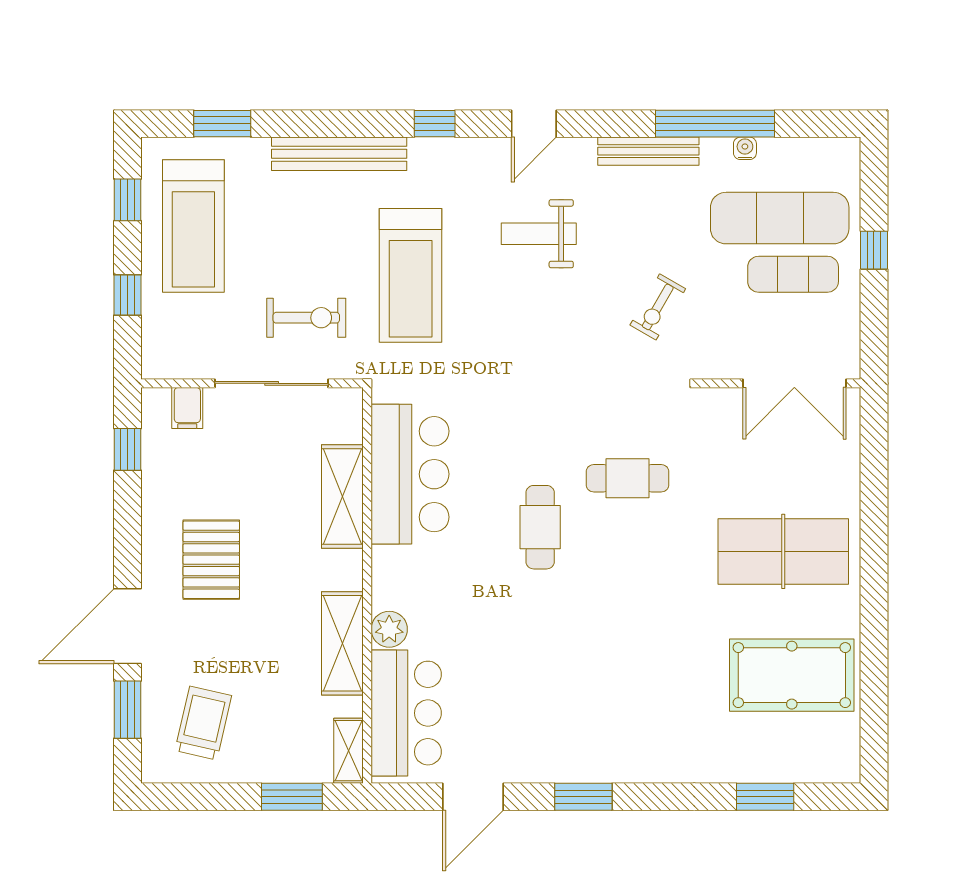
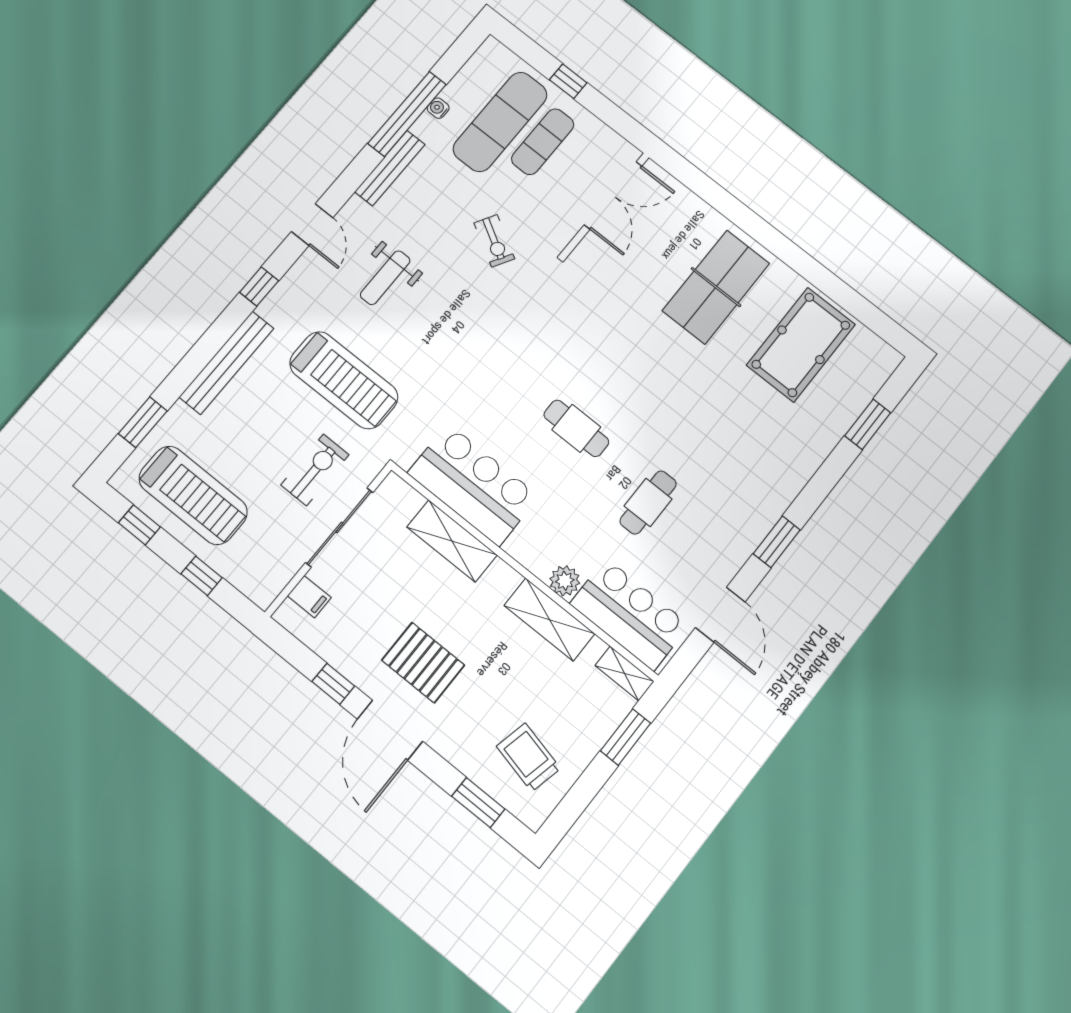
window: (127, 449) -> (333, 684), moved
cafe table: (627, 478) -> (648, 502), moved
door: (127, 626) -> (390, 730), moved

